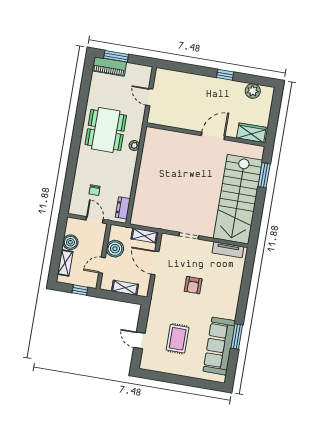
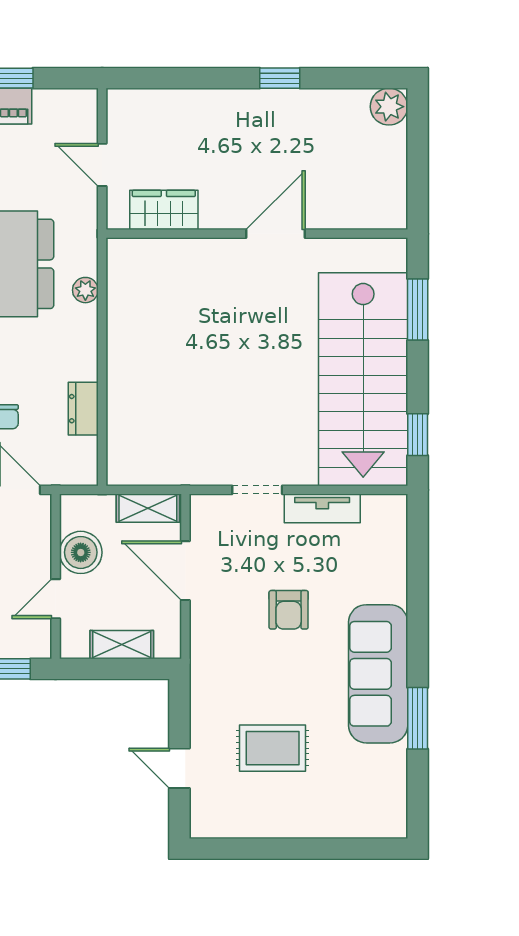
plant: (253, 91) -> (389, 107), moved
wardrobe: (251, 133) -> (164, 210), moved
dresser: (123, 208) -> (83, 409), moved
window: (256, 225) -> (418, 435), added
tv unit: (228, 250) -> (322, 508), moved
rug: (178, 339) -> (273, 748), turned 90
sofa: (219, 346) -> (378, 674), moved

